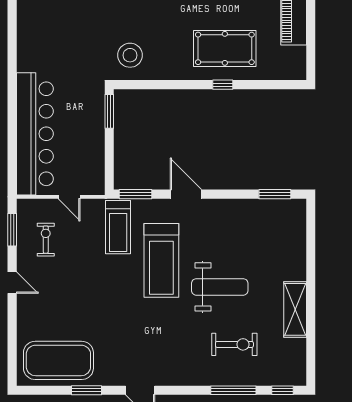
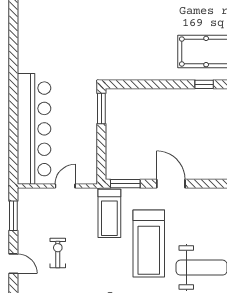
stool: (130, 55) -> (120, 58), removed
door: (69, 197) -> (65, 186), swing flipped
exercise bike: (46, 240) -> (58, 253), moved

